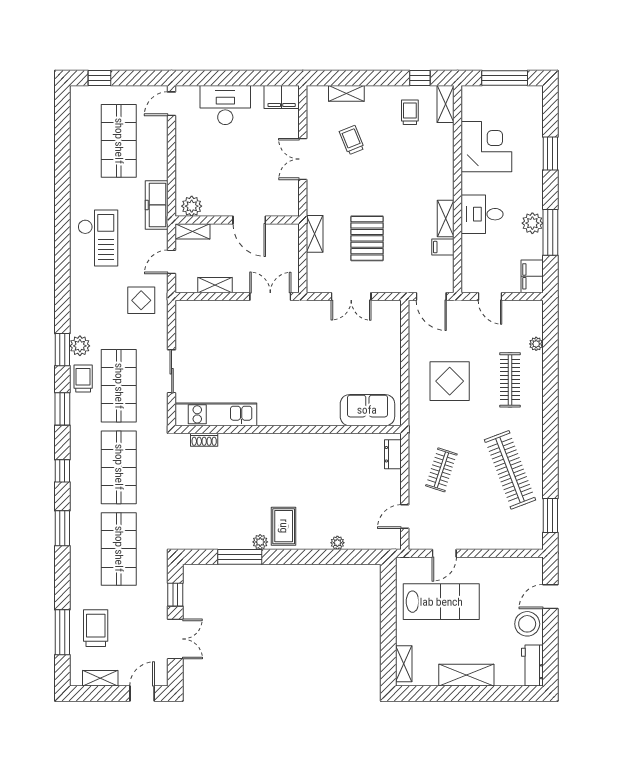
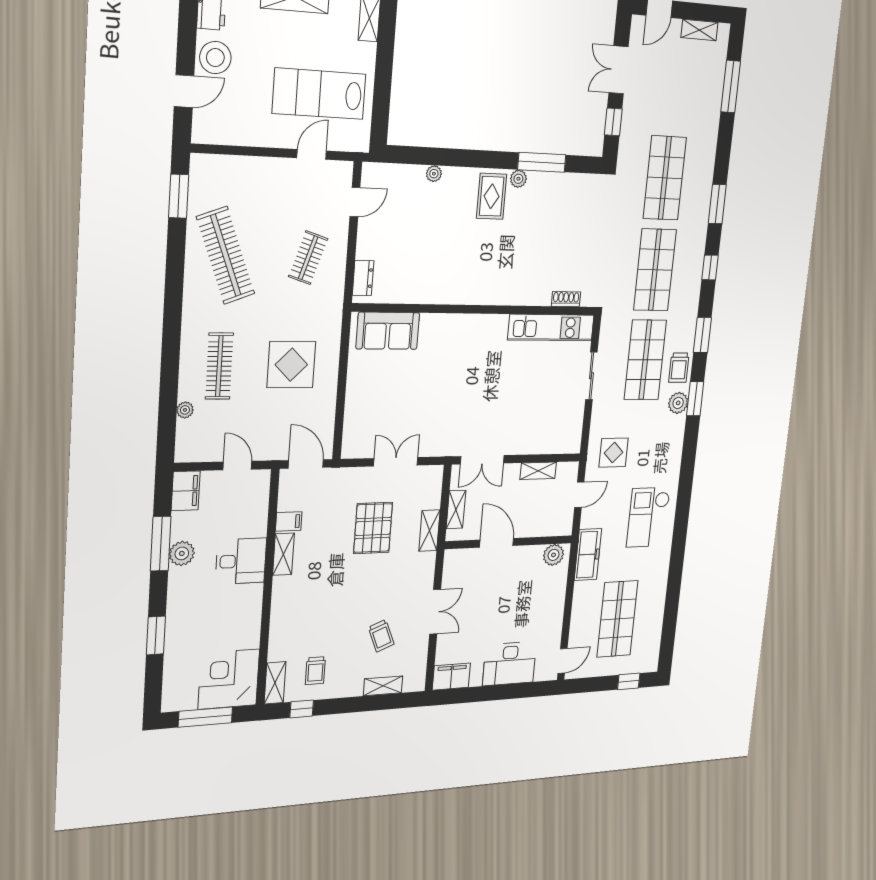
corner desk: (486, 147) -> (229, 679), moved, turned 90
shelving: (193, 231) -> (456, 509), moved, turned 90
trolley: (96, 628) -> (697, 89), removed

